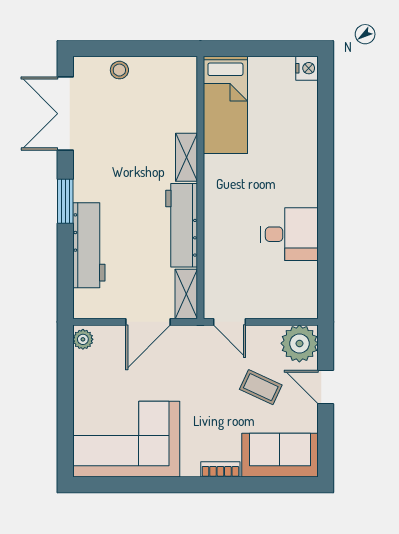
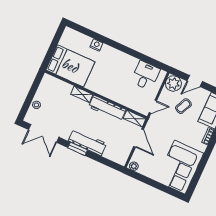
nightstand: (307, 68) -> (96, 45), moved
bed: (225, 105) -> (70, 66), width x1.50
desk: (289, 234) -> (145, 75), moved
workbench: (89, 245) -> (87, 142), moved

